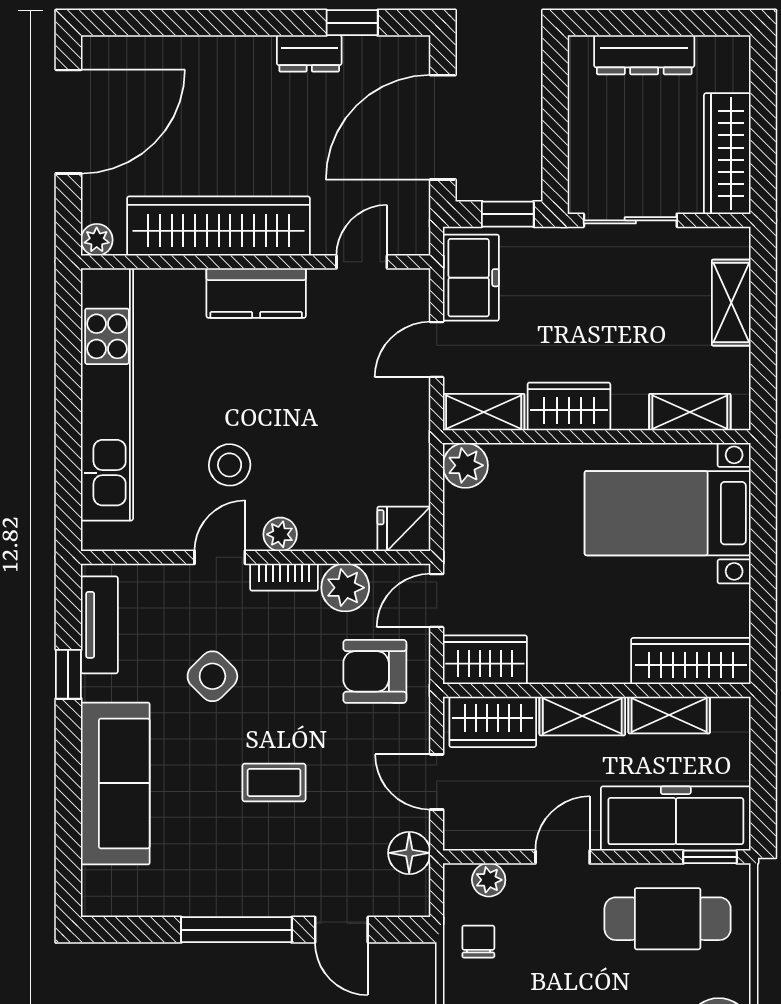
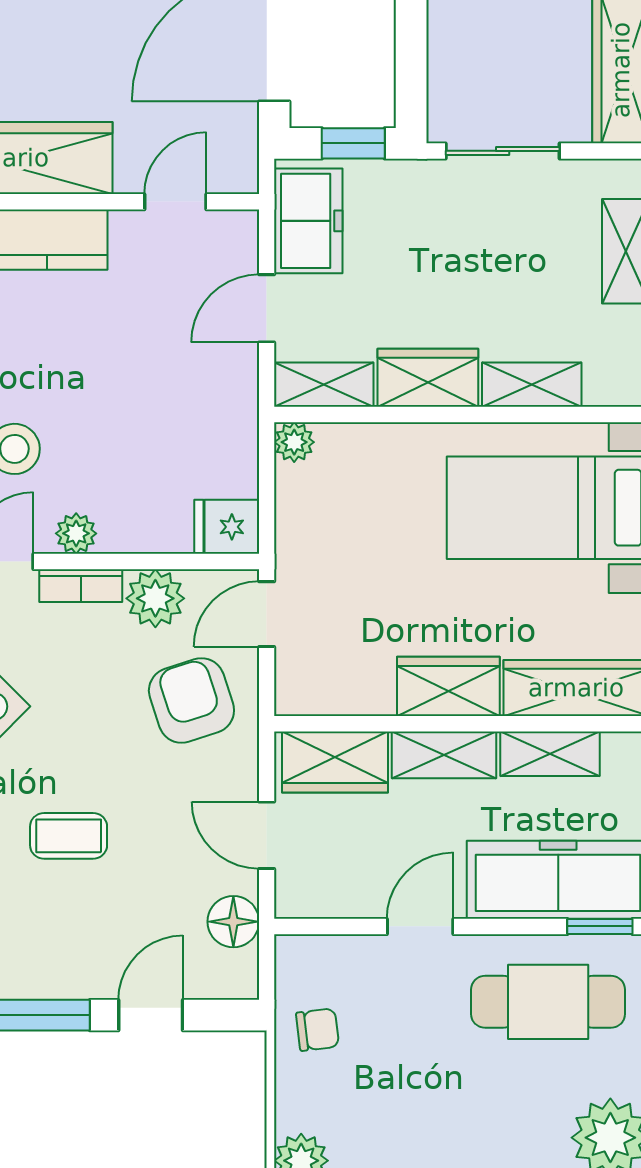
shelving: (690, 412) -> (532, 385), moved
plant: (465, 465) -> (294, 442), width x0.73, depth x0.73
wardrobe: (485, 660) -> (448, 686), moved
armchair: (375, 671) -> (191, 700), turned 72
plant: (489, 880) -> (330, 954), removed
door: (341, 930) -> (151, 1015), swing flipped
chair: (478, 942) -> (317, 1030), turned 83

